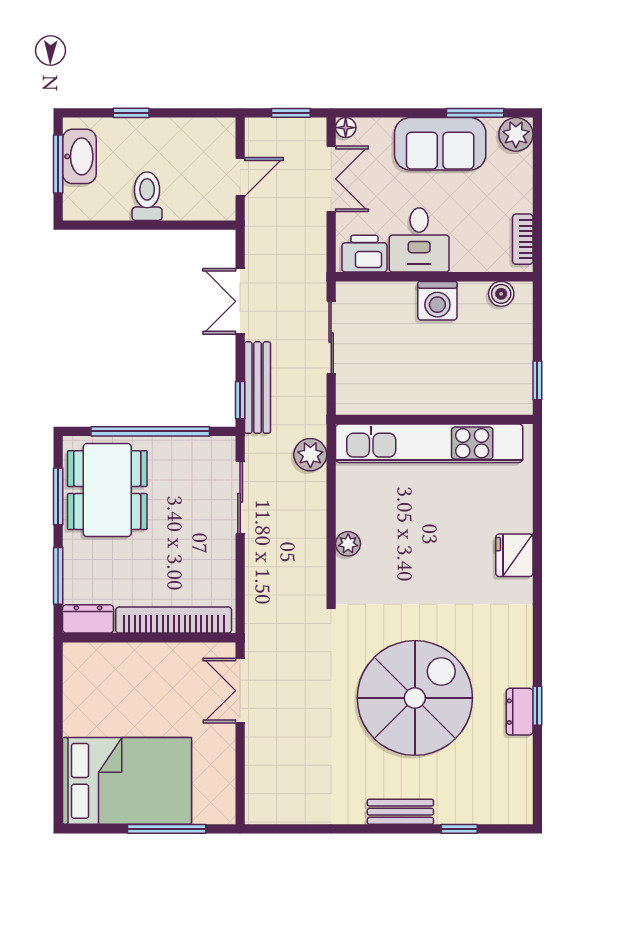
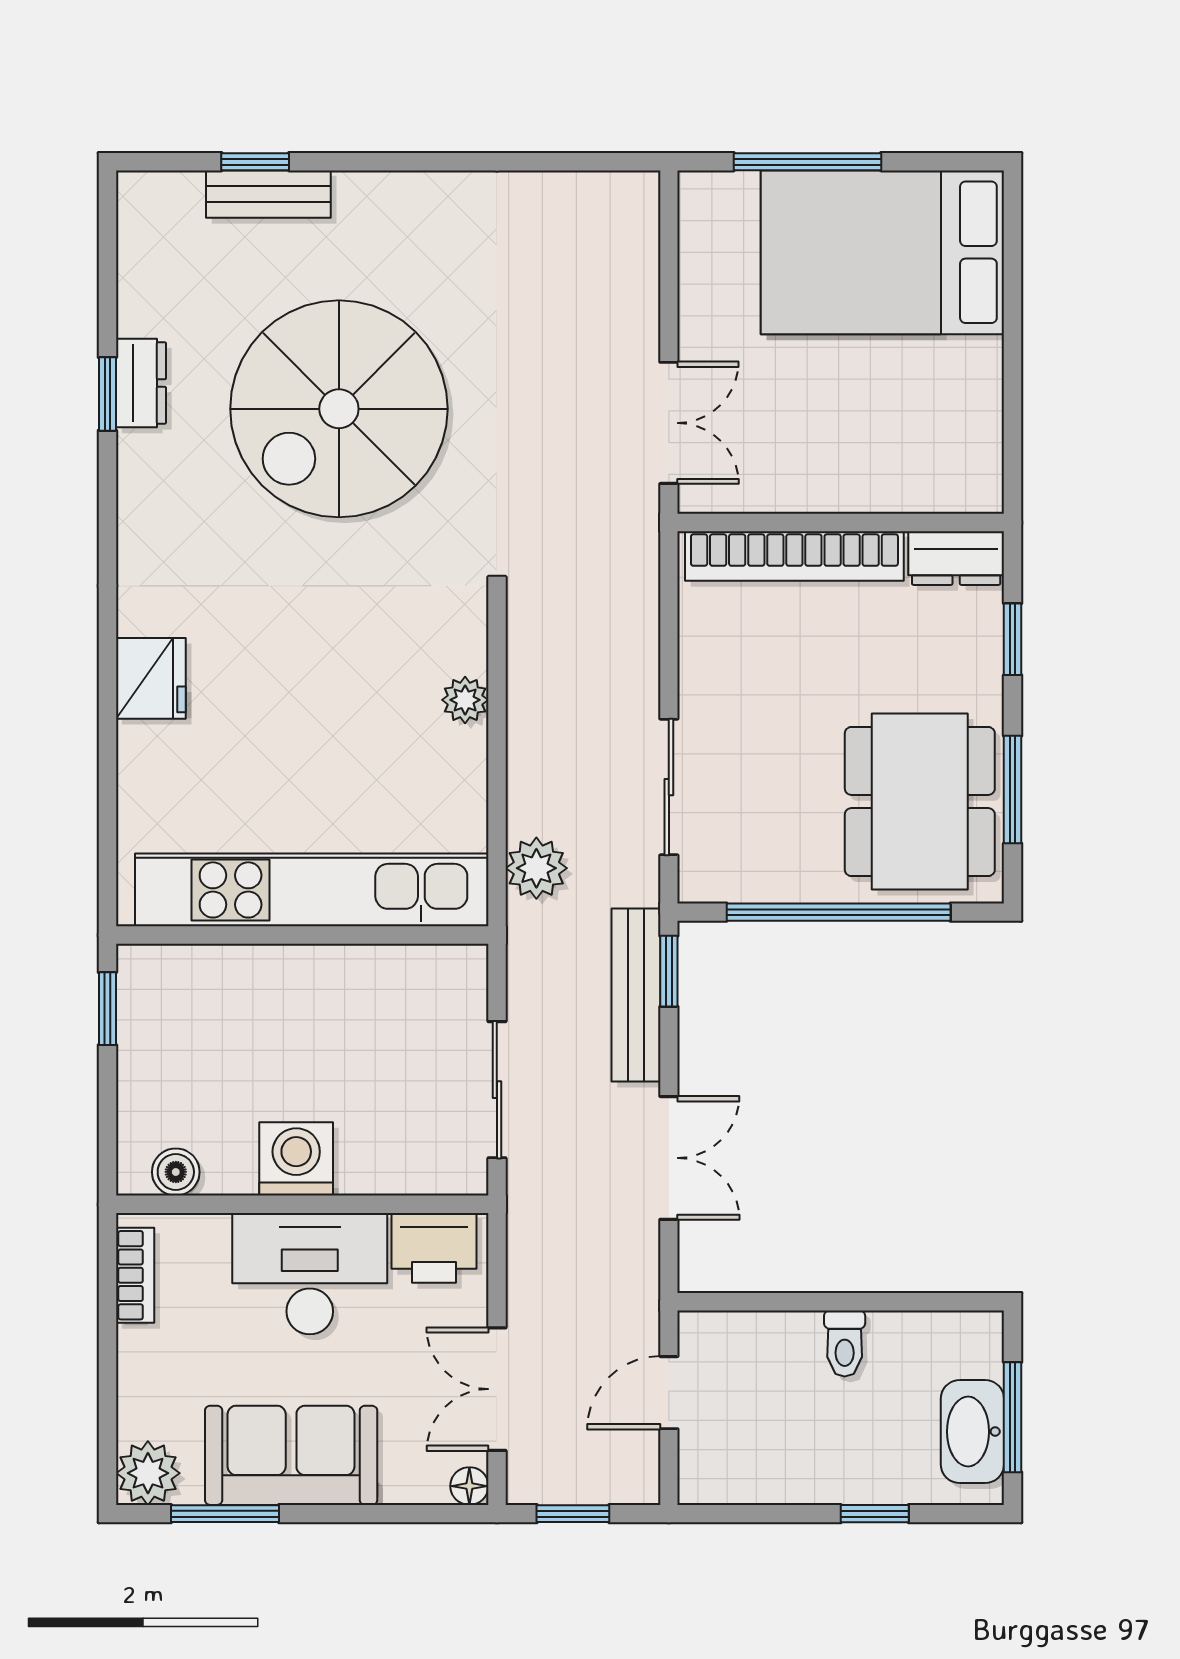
toilet: (147, 196) -> (845, 1343), width x0.73, depth x0.72
desk: (419, 240) -> (310, 1274), width x1.37
window: (58, 576) -> (1013, 639), width x0.67
bench: (400, 812) -> (268, 194), moved

